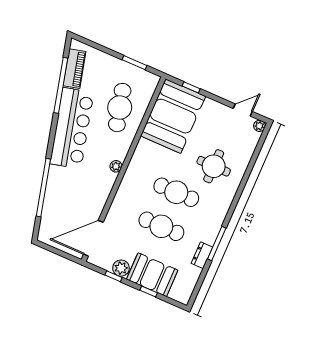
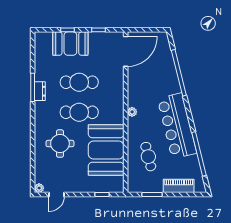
piano: (74, 69) -> (179, 186), moved, turned 104
cafe table: (120, 108) -> (148, 157), width x0.73, depth x0.74
booth: (173, 116) -> (106, 150), moved
dresser: (202, 255) -> (40, 91), moved
plant: (121, 268) -> (96, 38), removed

